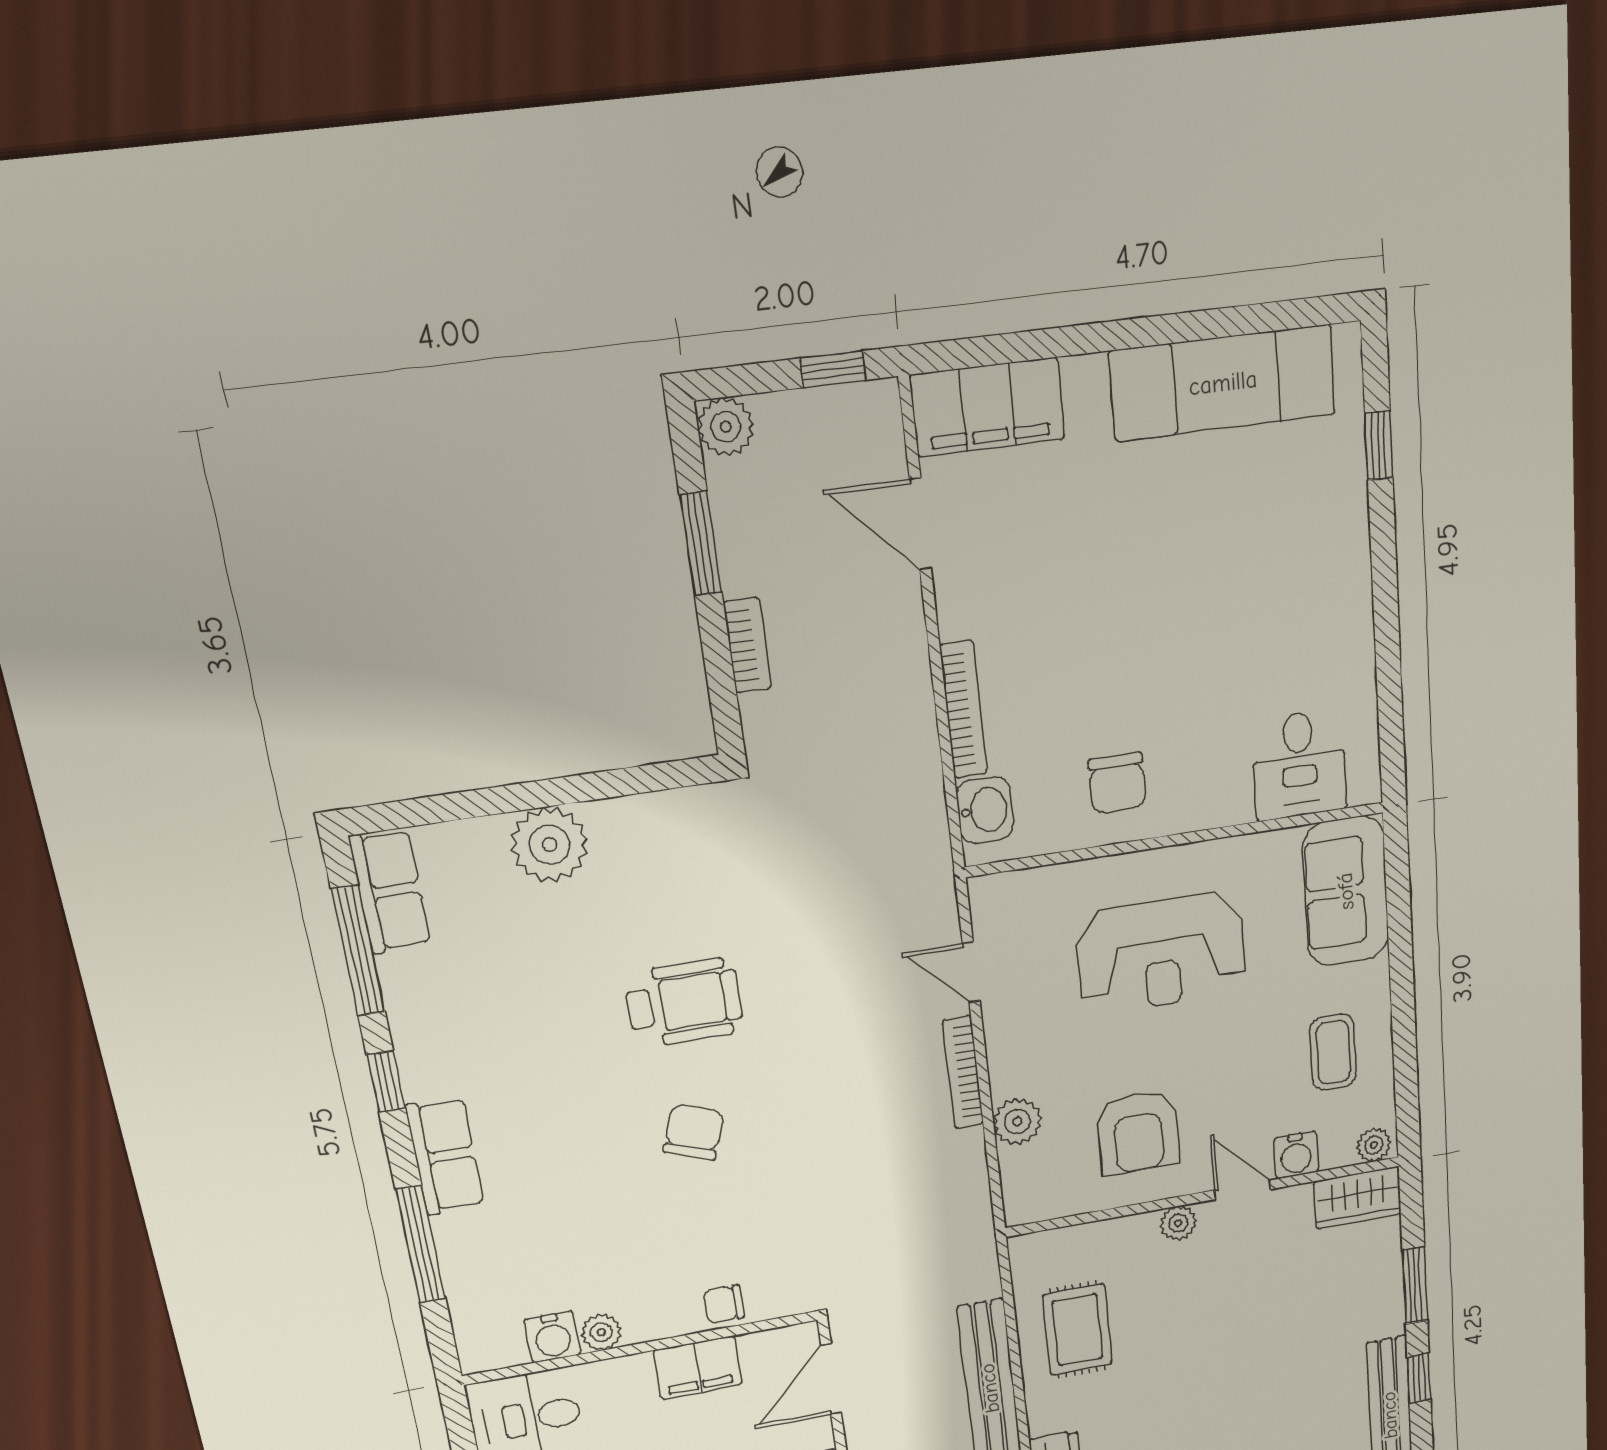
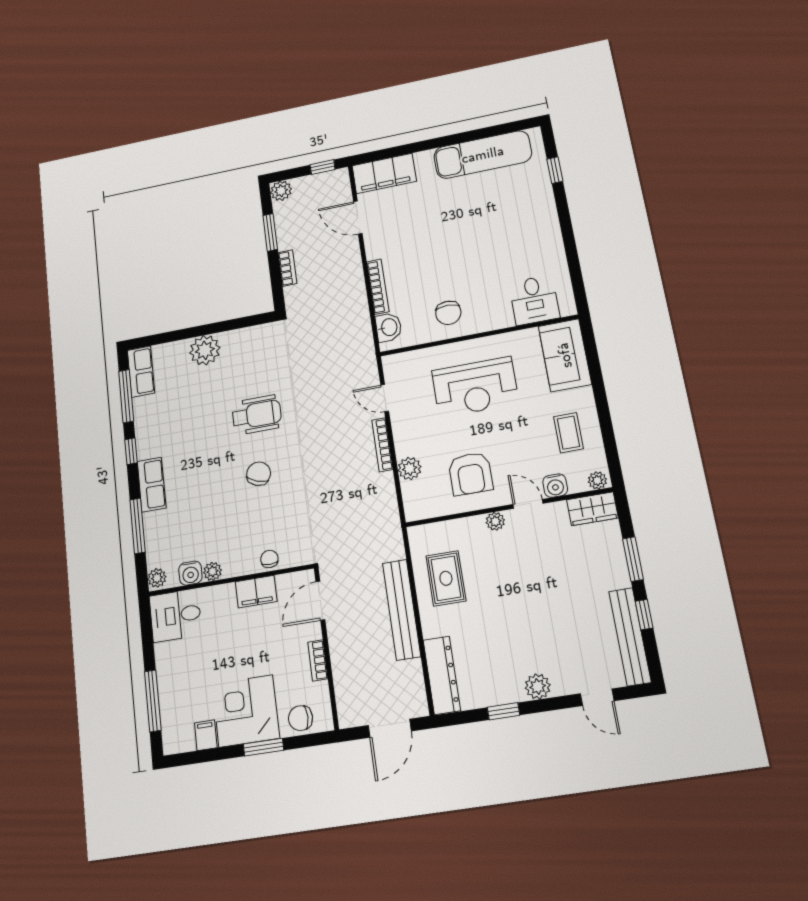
chair: (724, 1304) -> (269, 559), turned 90
plant: (477, 1349) -> (157, 578), added

